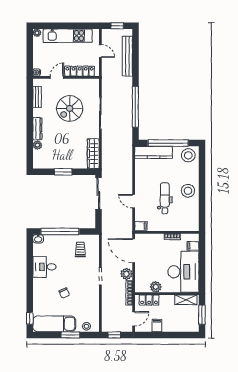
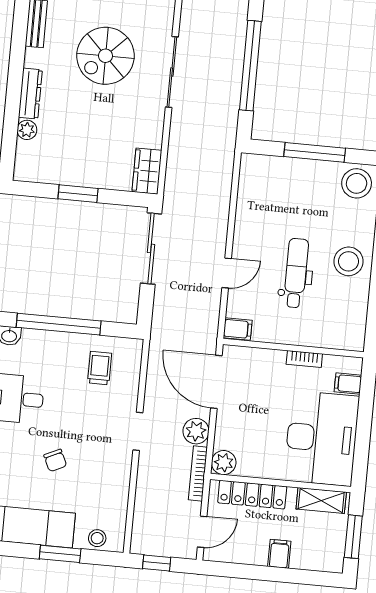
window: (168, 143) -> (315, 152), width x0.68
kitchen counter: (153, 152) -> (281, 170), removed
wardrobe: (93, 154) -> (147, 171), width x0.67
door: (134, 201) -> (227, 273), swing flipped
plant: (156, 287) -> (224, 463), moved
locker: (149, 300) -> (252, 495), width x1.53
filing cabinet: (157, 326) -> (279, 554), moved

